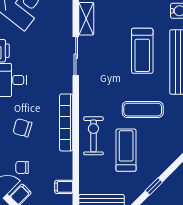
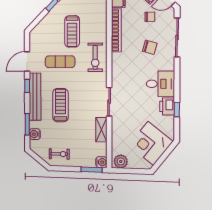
bookcase: (66, 122) -> (116, 30), moved
exercise bike: (93, 136) -> (95, 57), moved

